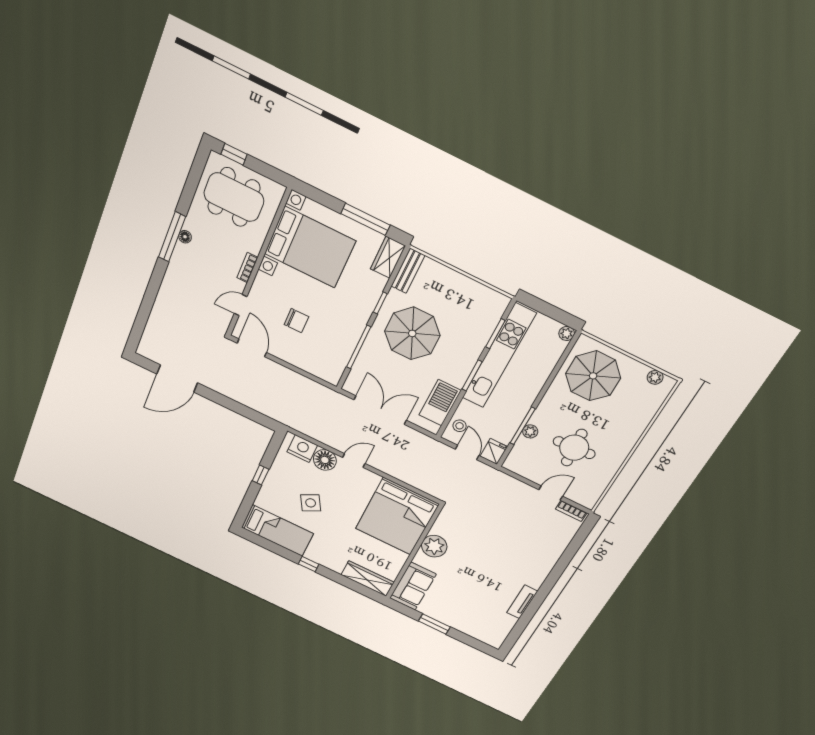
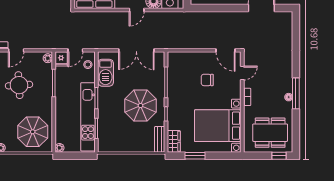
window: (365, 219) -> (195, 156), width x0.69
plant: (530, 431) -> (48, 58), moved
door: (467, 452) -> (75, 50), hinge flipped

